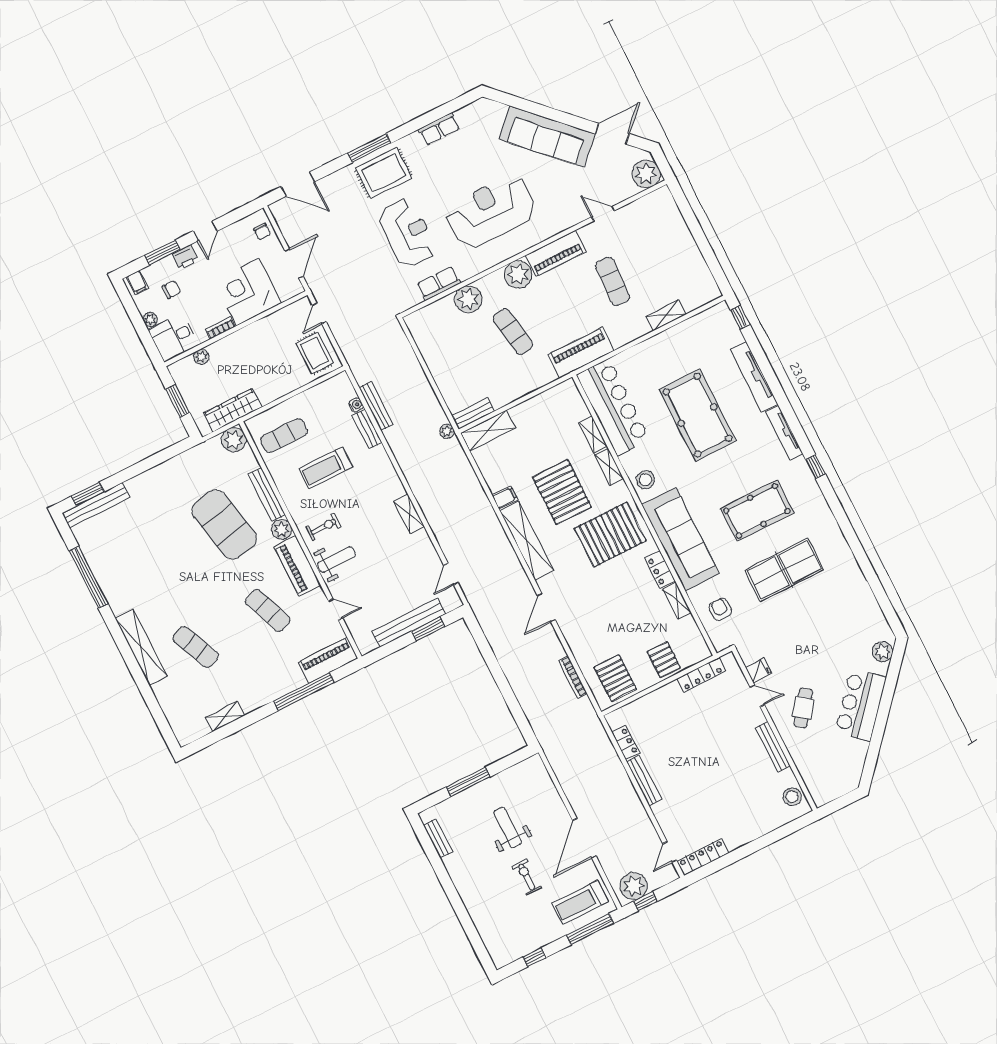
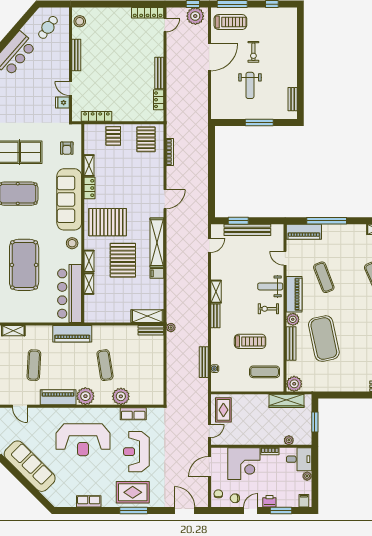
chair: (171, 290) -> (235, 498), moved
bench: (367, 429) -> (215, 316), moved
cafe table: (803, 708) -> (48, 27), moved

